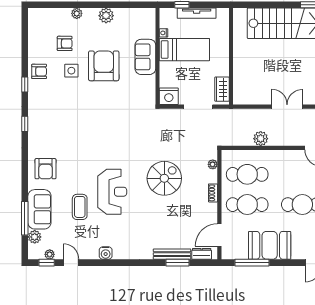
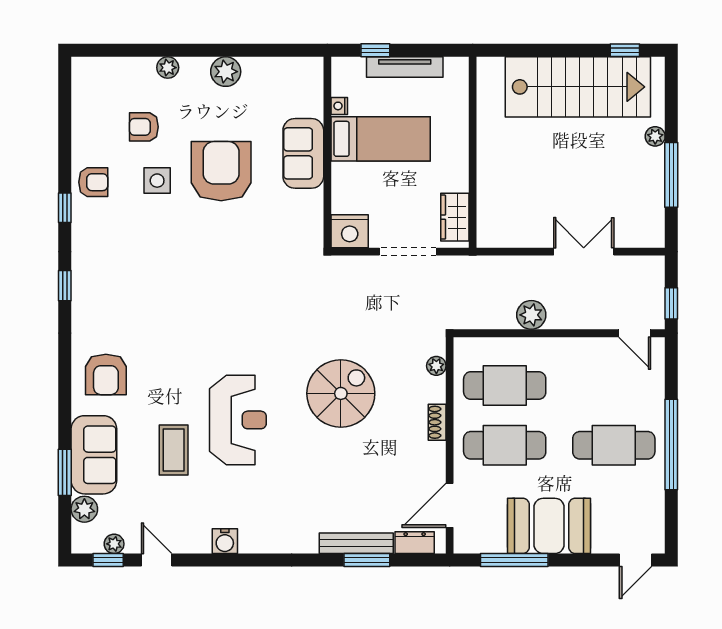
armchair: (65, 43) -> (144, 127), turned 180
window: (25, 218) -> (65, 472), width x0.69

